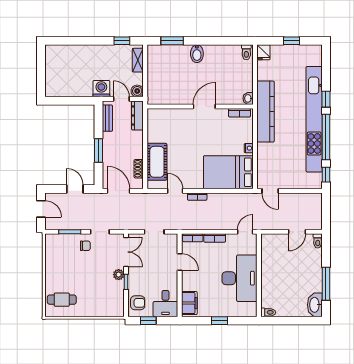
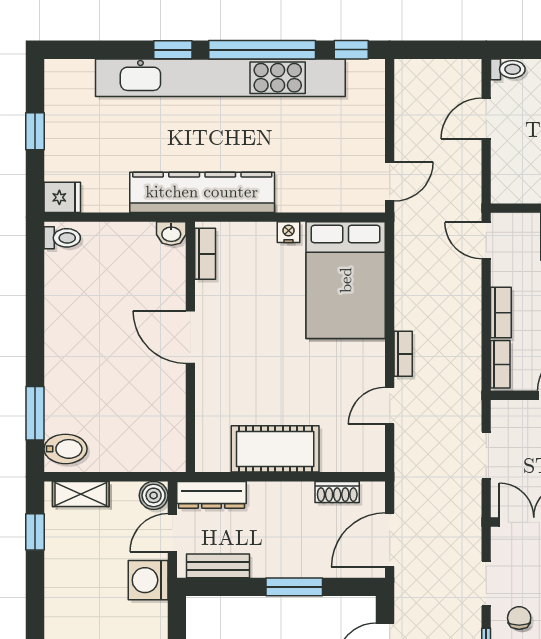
bidet: (197, 54) -> (65, 449), moved
cot: (157, 162) -> (275, 449), moved
door: (297, 232) -> (486, 118), swing flipped

